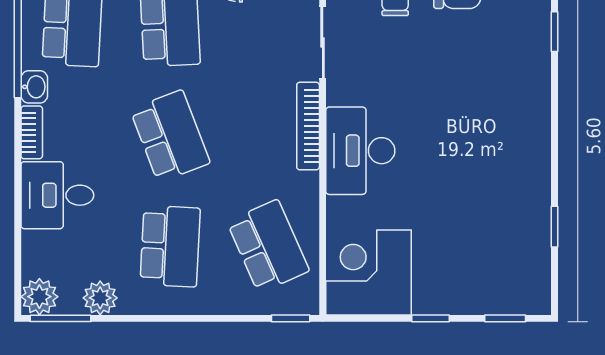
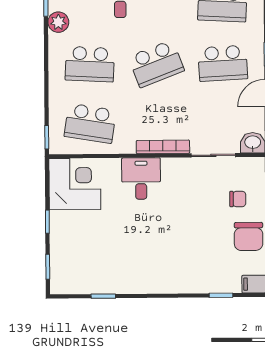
desk: (360, 151) -> (141, 179), width x0.73
school desk: (268, 246) -> (90, 123), turned 33

